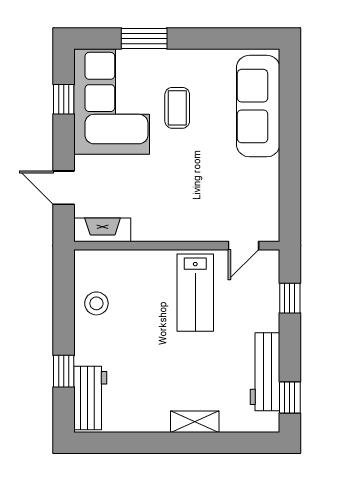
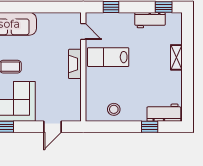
fireplace: (103, 230) -> (75, 64), moved
lab bench: (195, 293) -> (108, 57), turned 180
workbench: (265, 372) -> (150, 20), width x0.73

